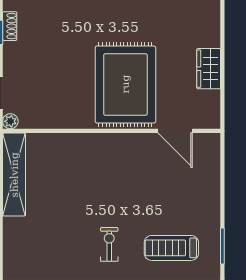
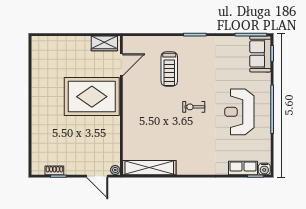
wardrobe: (209, 69) -> (104, 43), moved
treadmill: (171, 248) -> (169, 69), moved

